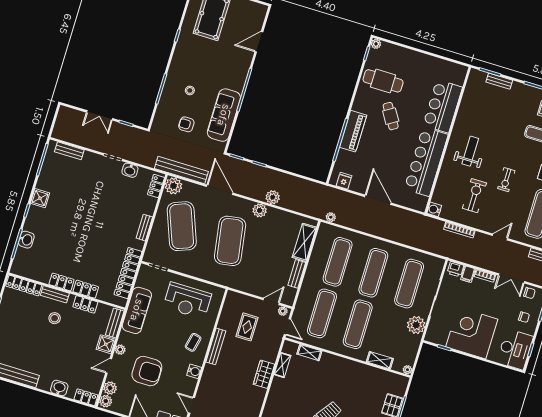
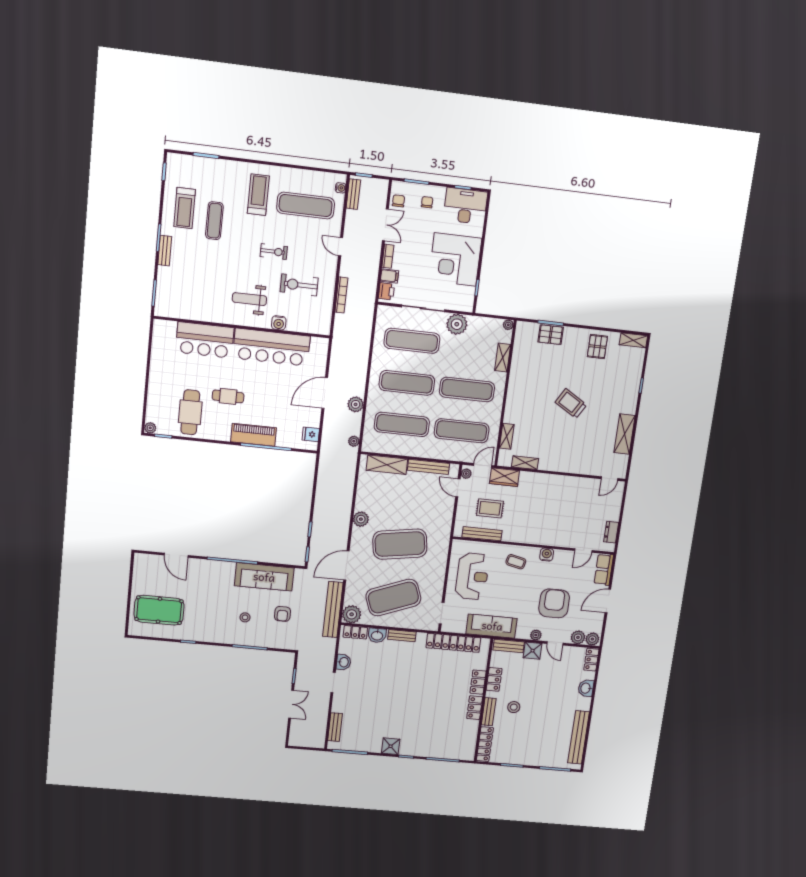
bench: (499, 81) -> (165, 251), moved
cafe table: (391, 116) -> (228, 396), turned 32
plant: (273, 197) -> (356, 404), moved
water cooler: (434, 209) -> (279, 323), moved
washbasin: (26, 240) -> (377, 635), moved, turned 180
bench: (297, 274) -> (429, 467), width x1.36
bench: (216, 346) -> (482, 534), moved
wardrobe: (264, 374) -> (504, 477), moved

